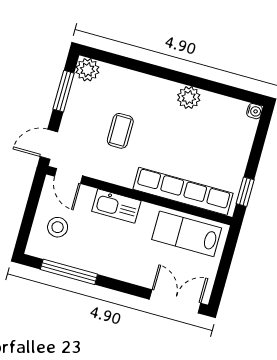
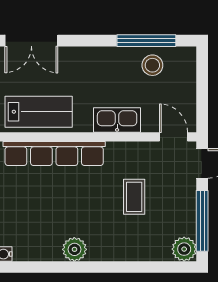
window: (64, 91) -> (202, 221), width x1.44
stool: (58, 227) -> (152, 65), moved

